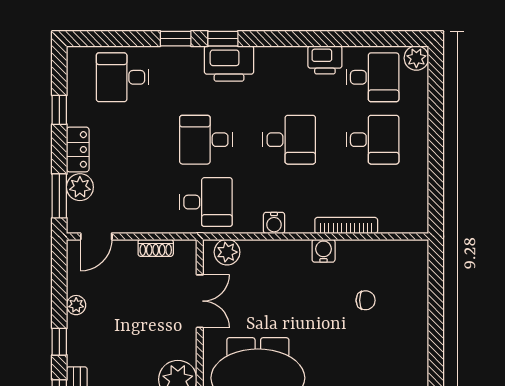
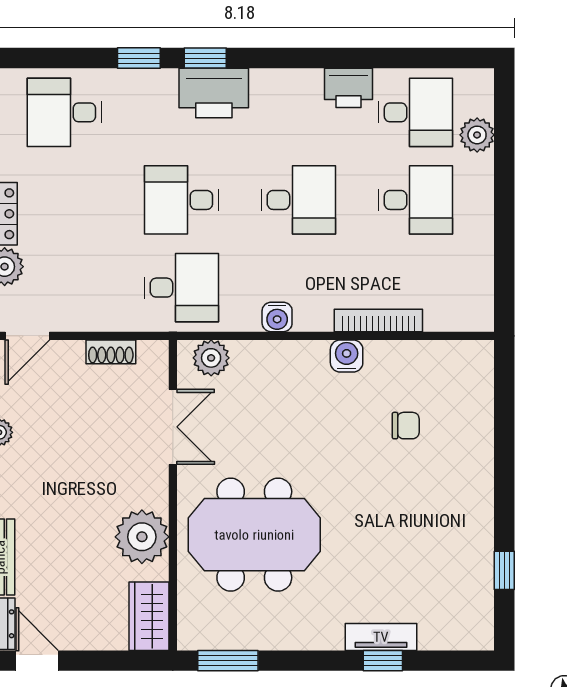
plant: (416, 58) -> (477, 135), moved

